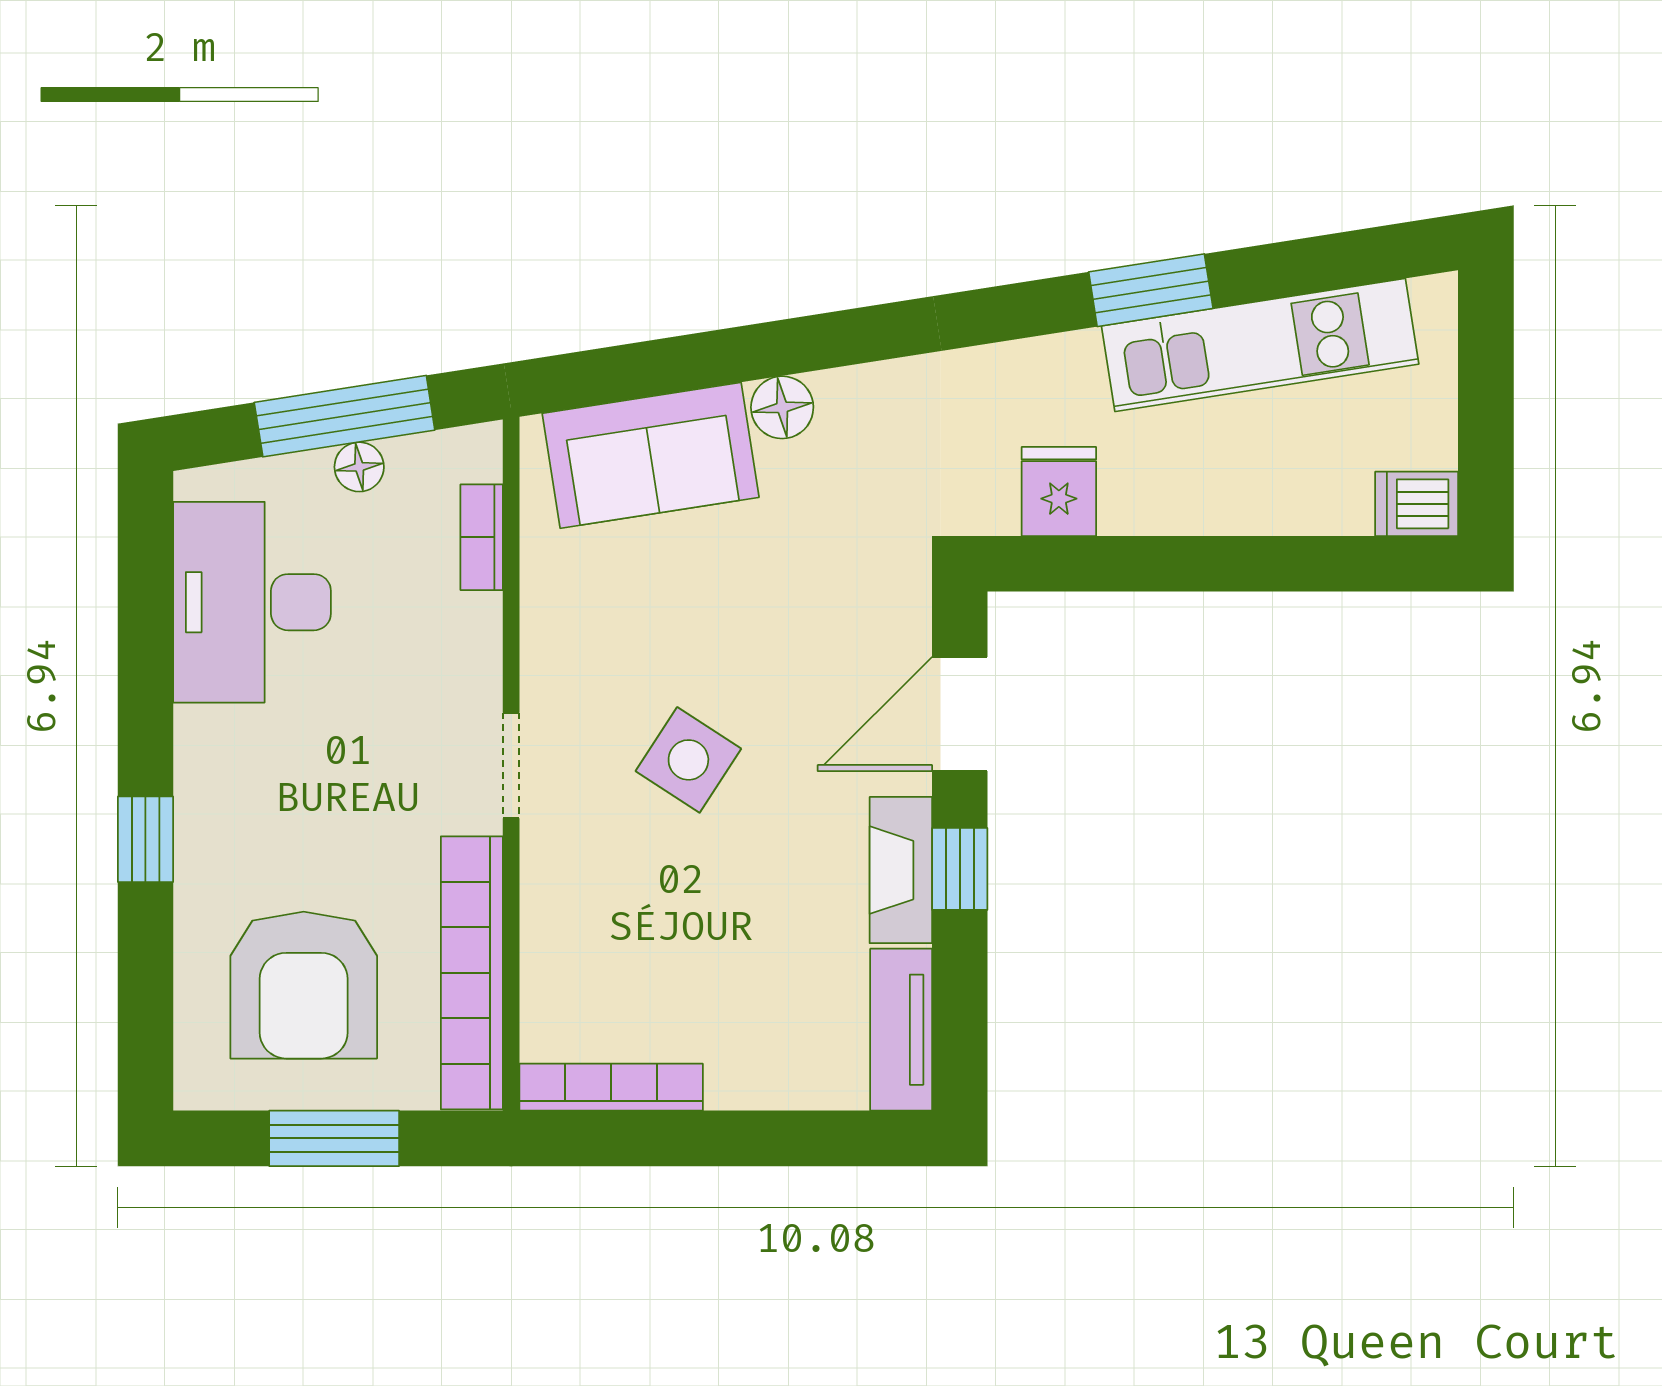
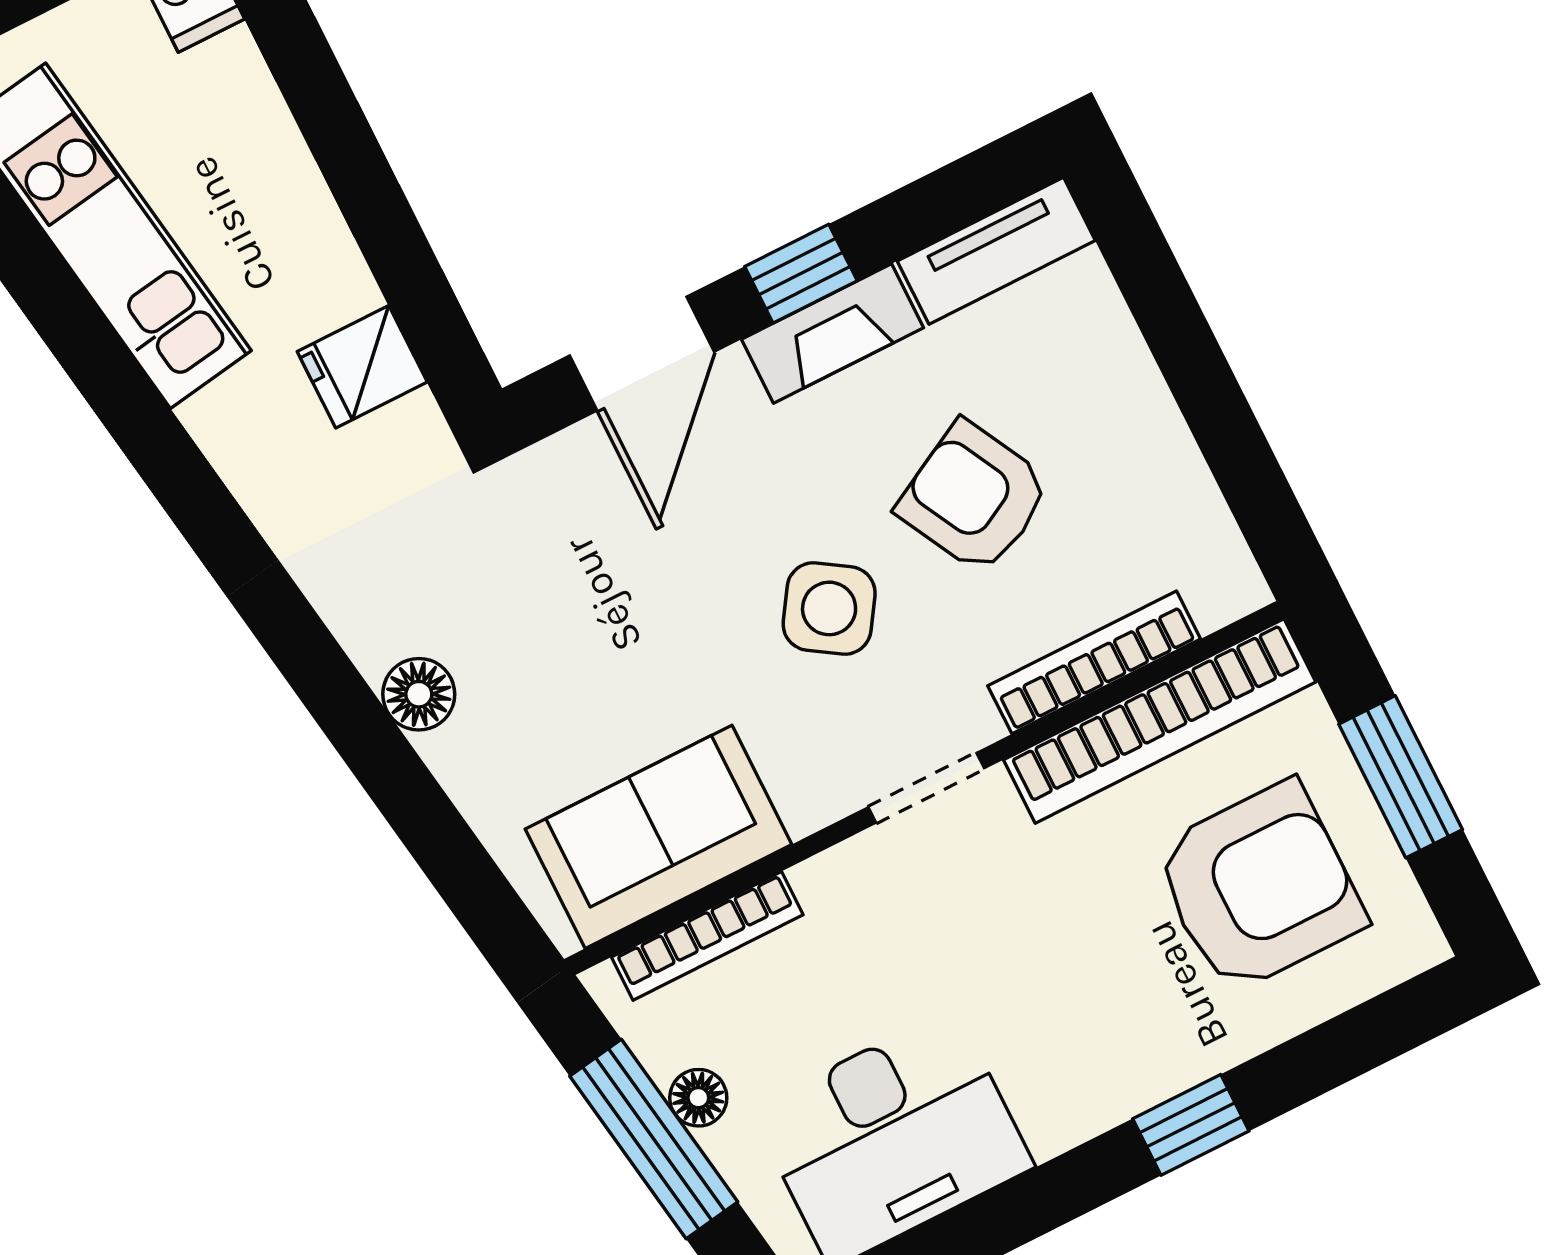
window: (1151, 290) -> (108, 376), removed
sofa: (651, 455) -> (659, 837), moved, turned -81
bookcase: (482, 537) -> (707, 936), width x1.56
door: (960, 714) -> (642, 354), hinge flipped
armchair: (718, 916) -> (974, 497), added
bookcase: (611, 1087) -> (1094, 662), moved, turned 90

